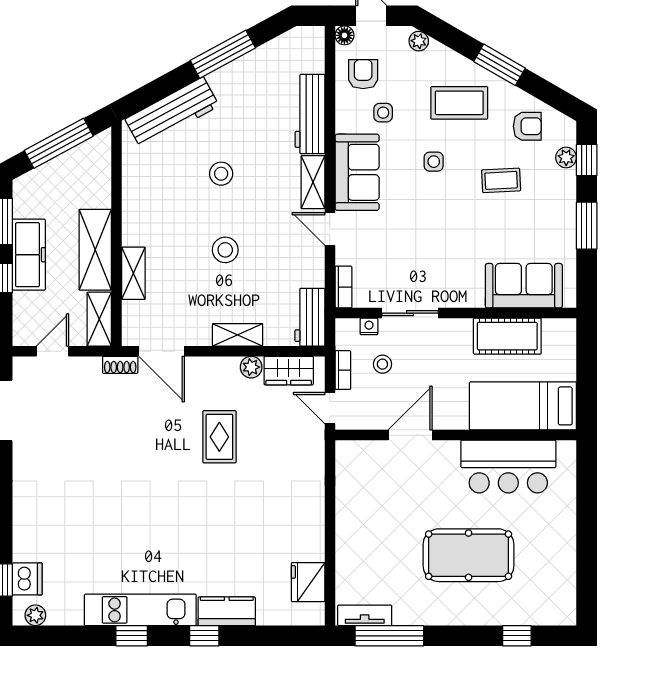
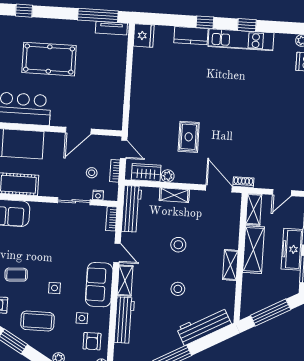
shelving: (133, 273) -> (230, 265), moved
workbench: (310, 317) -> (131, 209), width x1.38
fridge: (308, 582) -> (144, 36), moved

